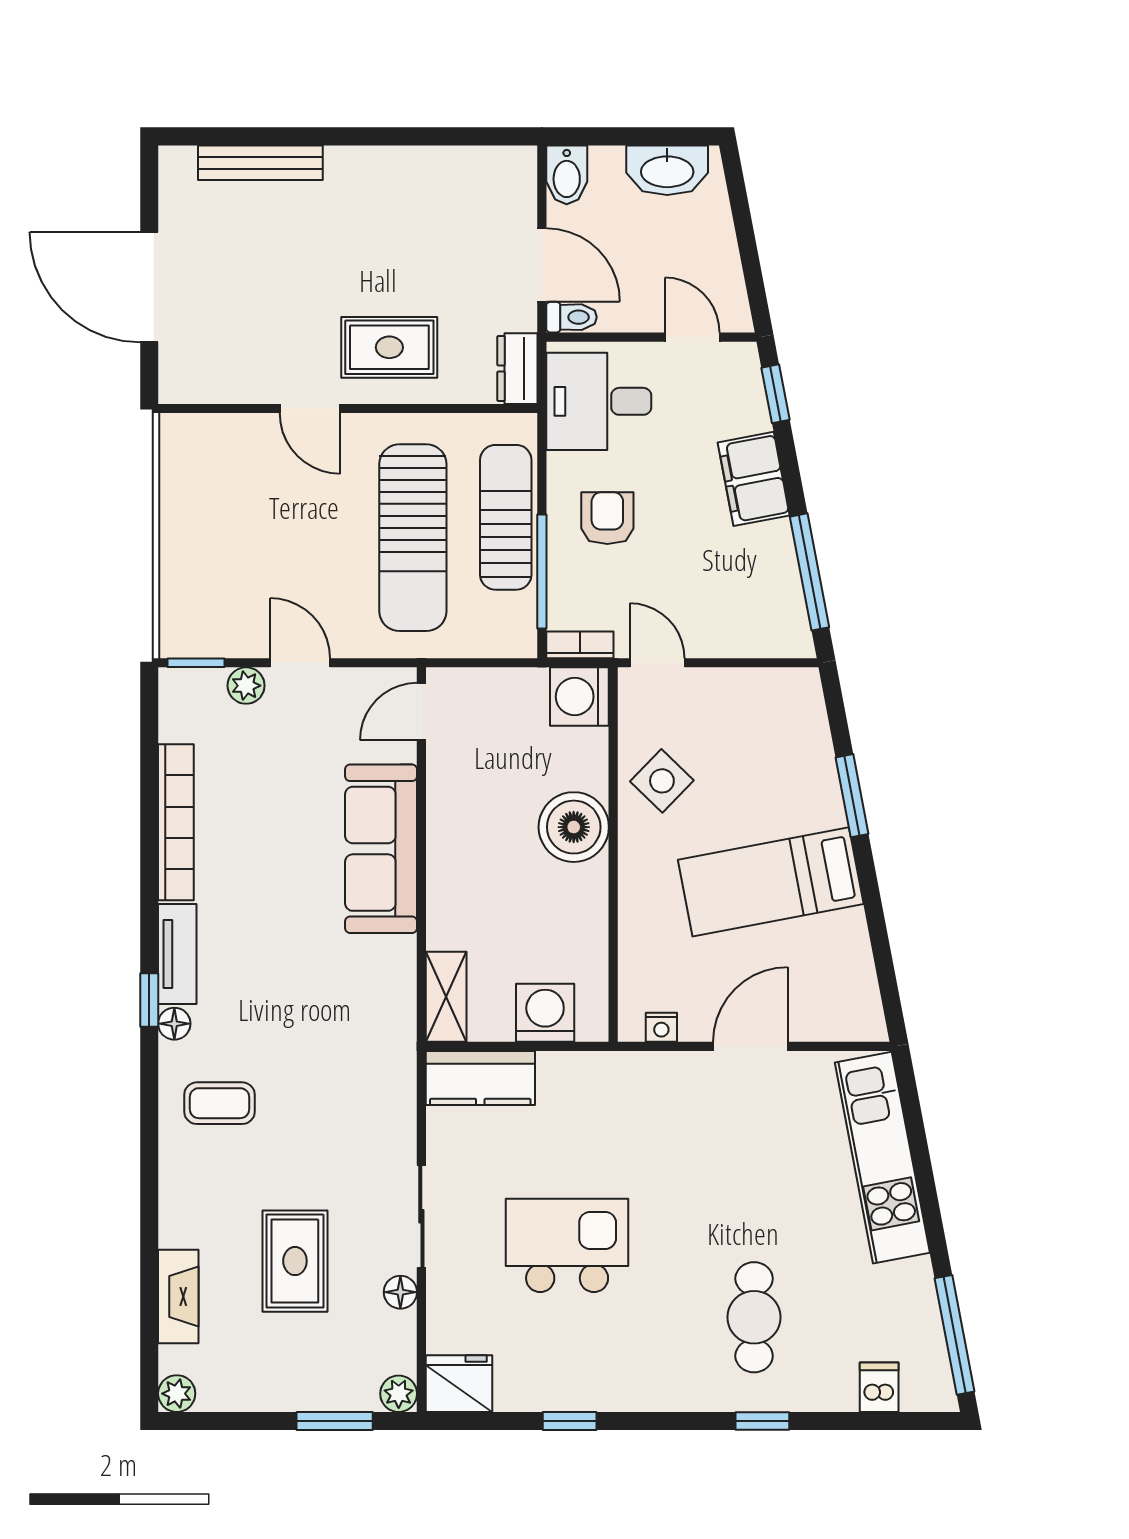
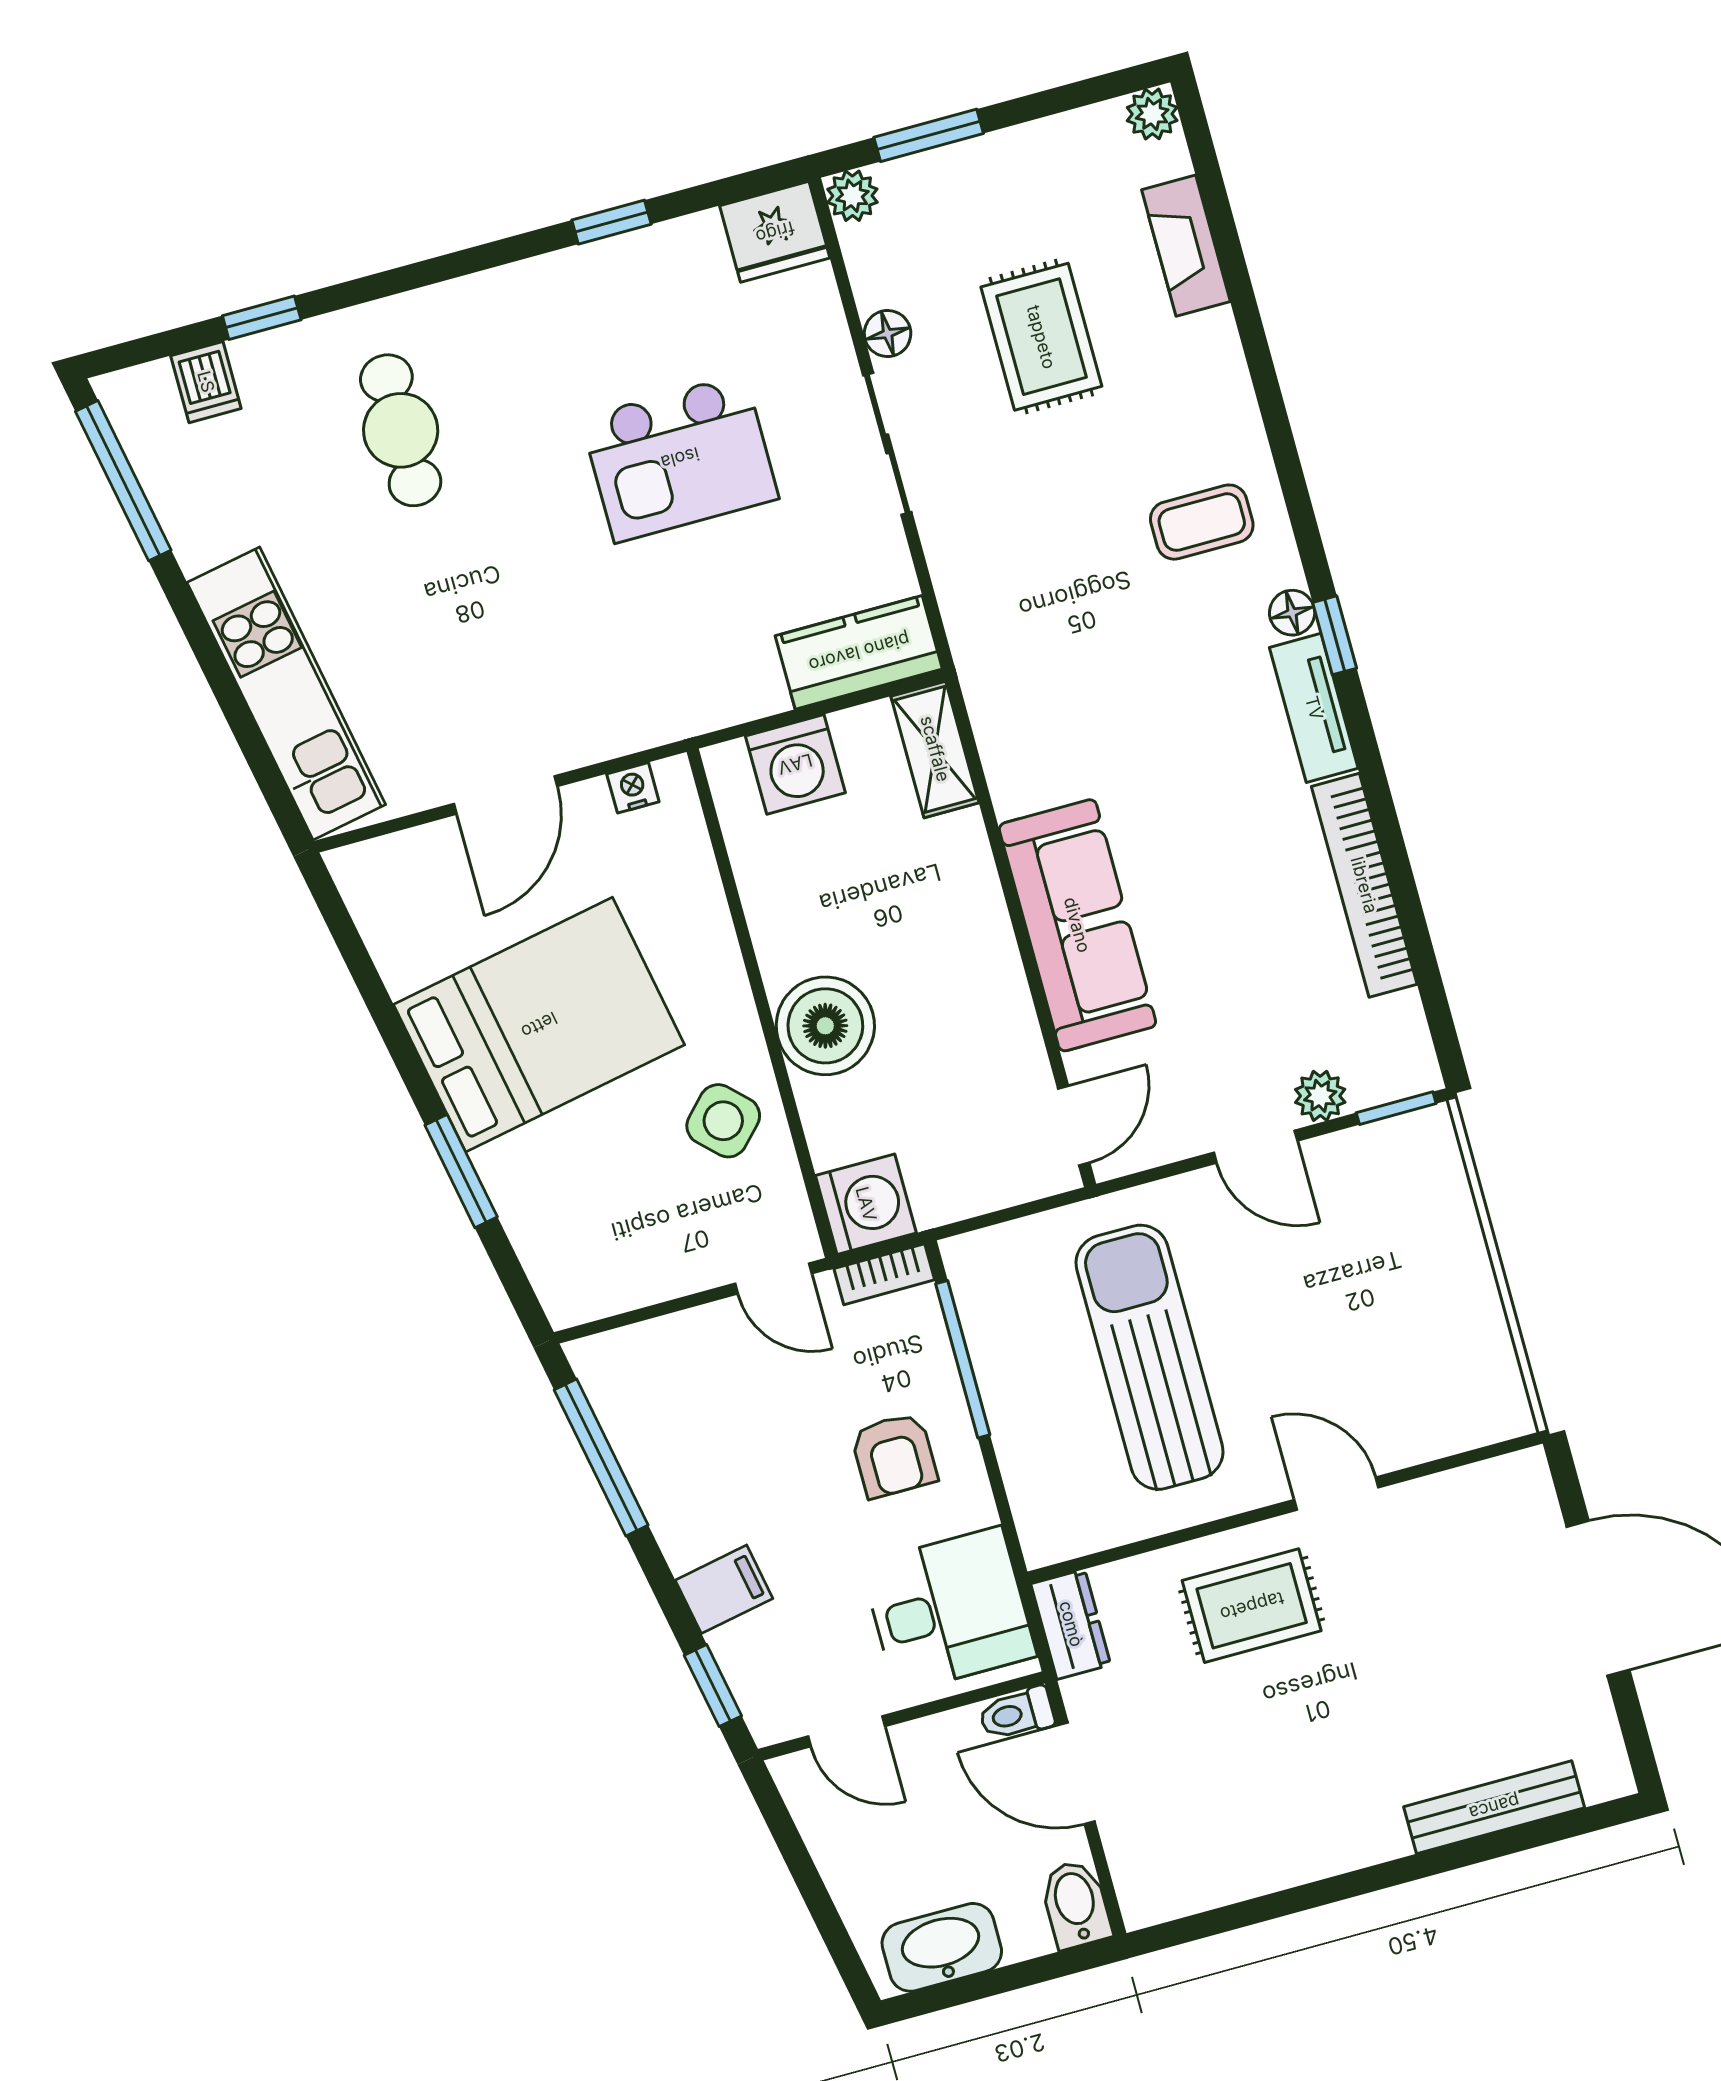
filing cabinet: (754, 479) -> (724, 1589), width x0.50
sun lounger: (506, 517) -> (1031, 1419), removed
bed: (771, 882) -> (539, 1025), width x1.50
window: (762, 1421) -> (262, 318), moved

